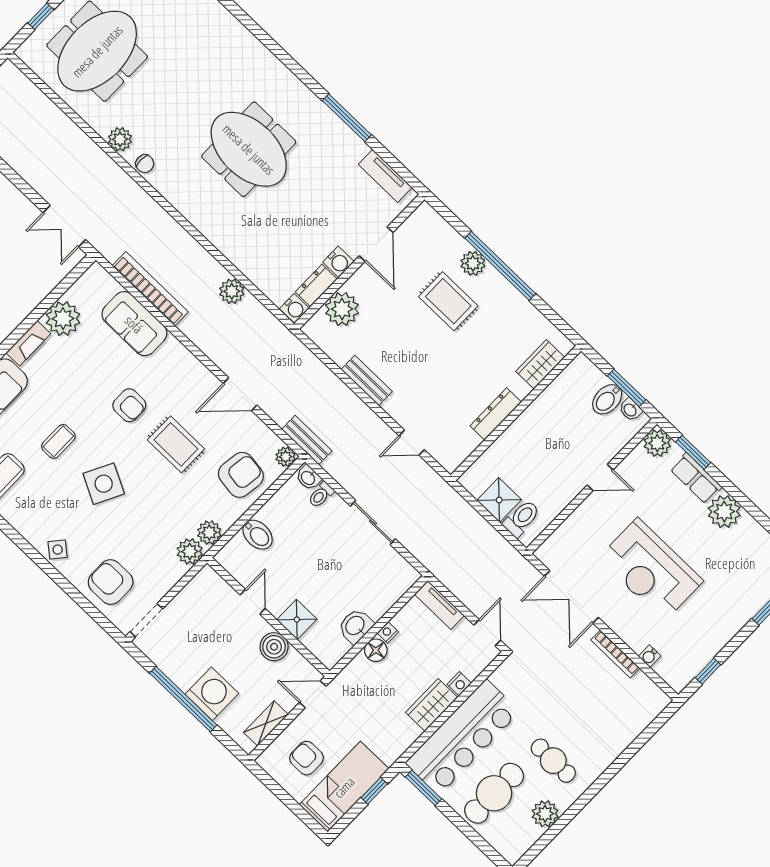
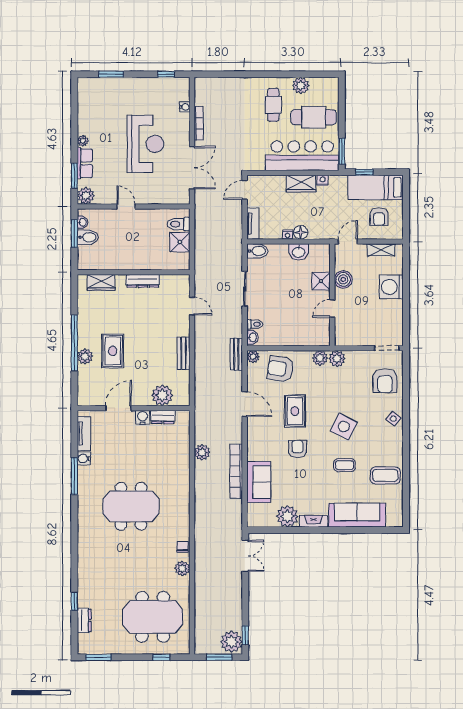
meeting table: (249, 149) -> (131, 506), turned 90
bookcase: (150, 289) -> (236, 471), moved
water cooler: (294, 308) -> (84, 458), moved, turned -90
plant: (724, 512) -> (83, 141), width x0.53, depth x0.53
bidet: (258, 535) -> (257, 251), moved, turned 90
nightstand: (459, 684) -> (323, 180), moved
door: (313, 694) -> (348, 242), swing flipped
window: (183, 699) -> (406, 298), removed

